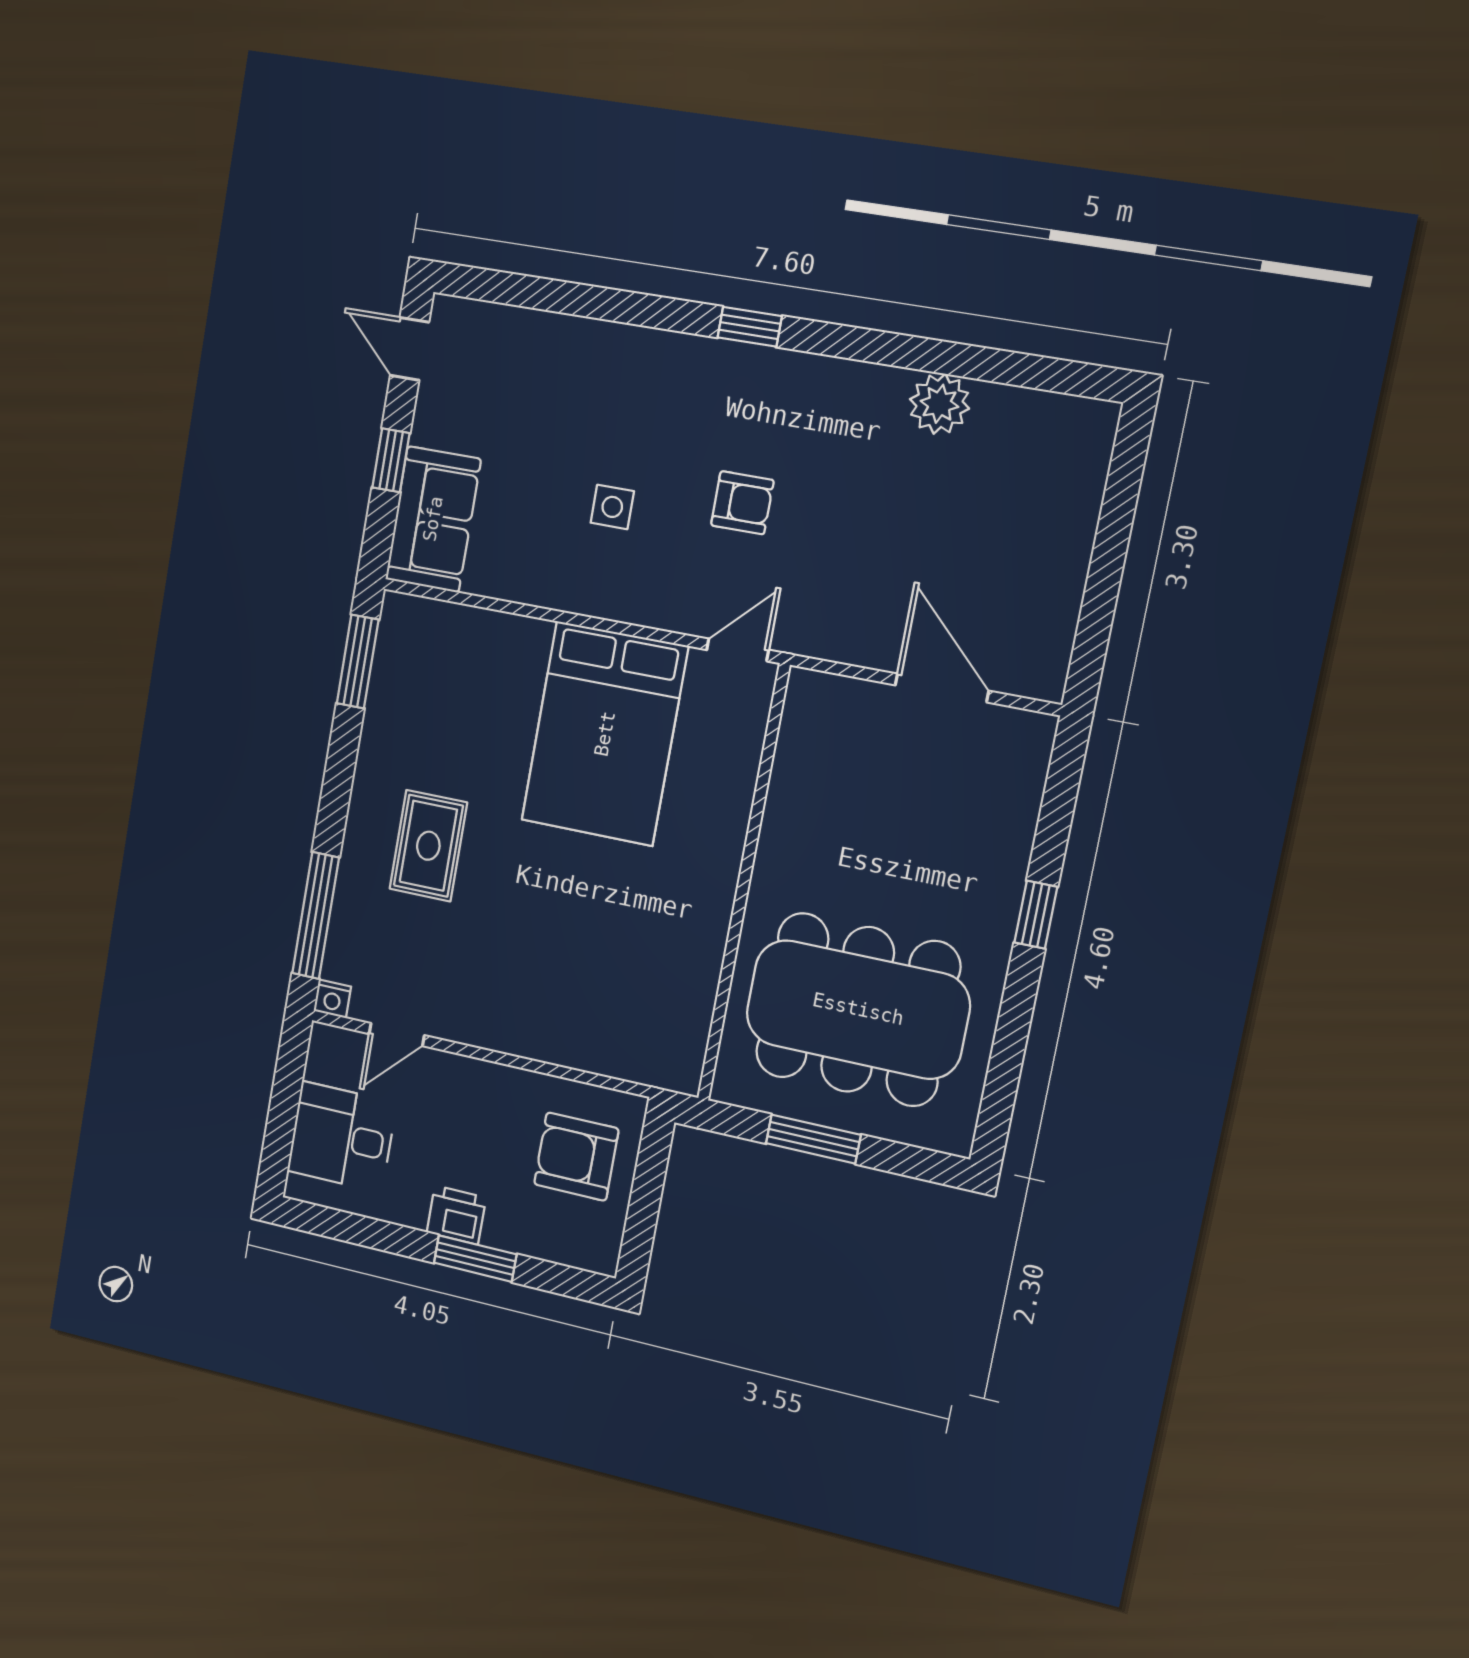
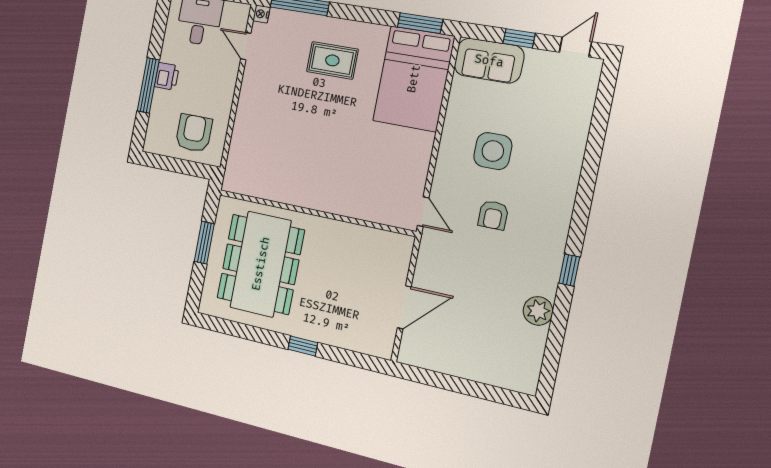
window: (750, 327) -> (569, 270), moved
side table: (612, 507) -> (493, 151), width x1.87, depth x1.87
bed: (605, 734) -> (414, 79), moved, turned -90
window: (475, 1259) -> (148, 85), width x1.44

